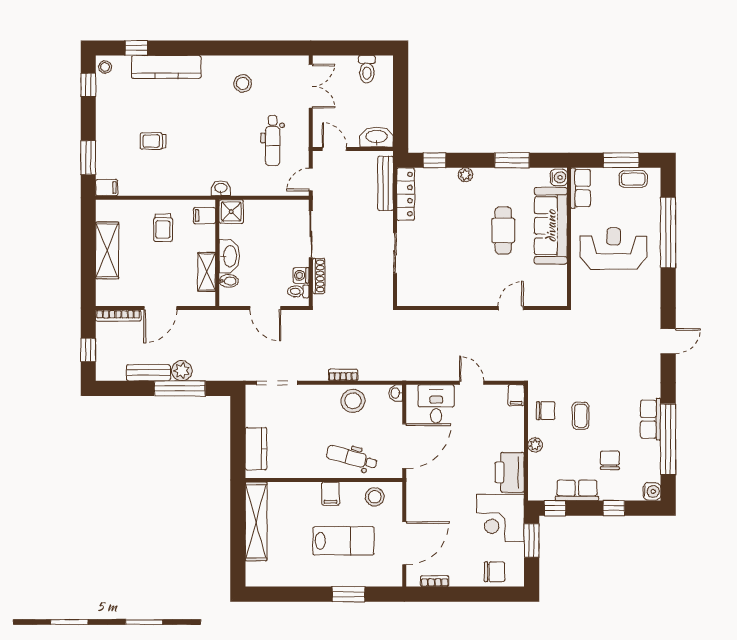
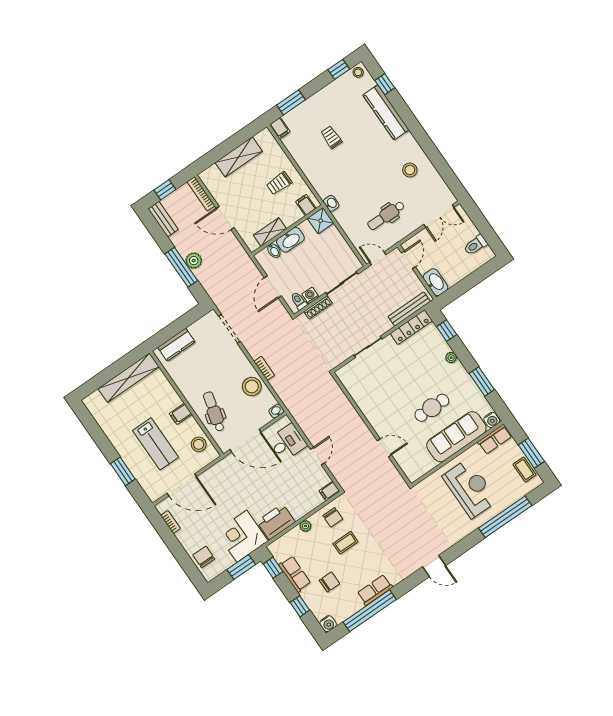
bench: (148, 373) -> (163, 219), moved
chair: (494, 572) -> (204, 557), turned 180

